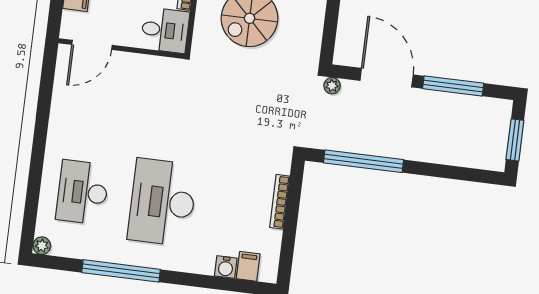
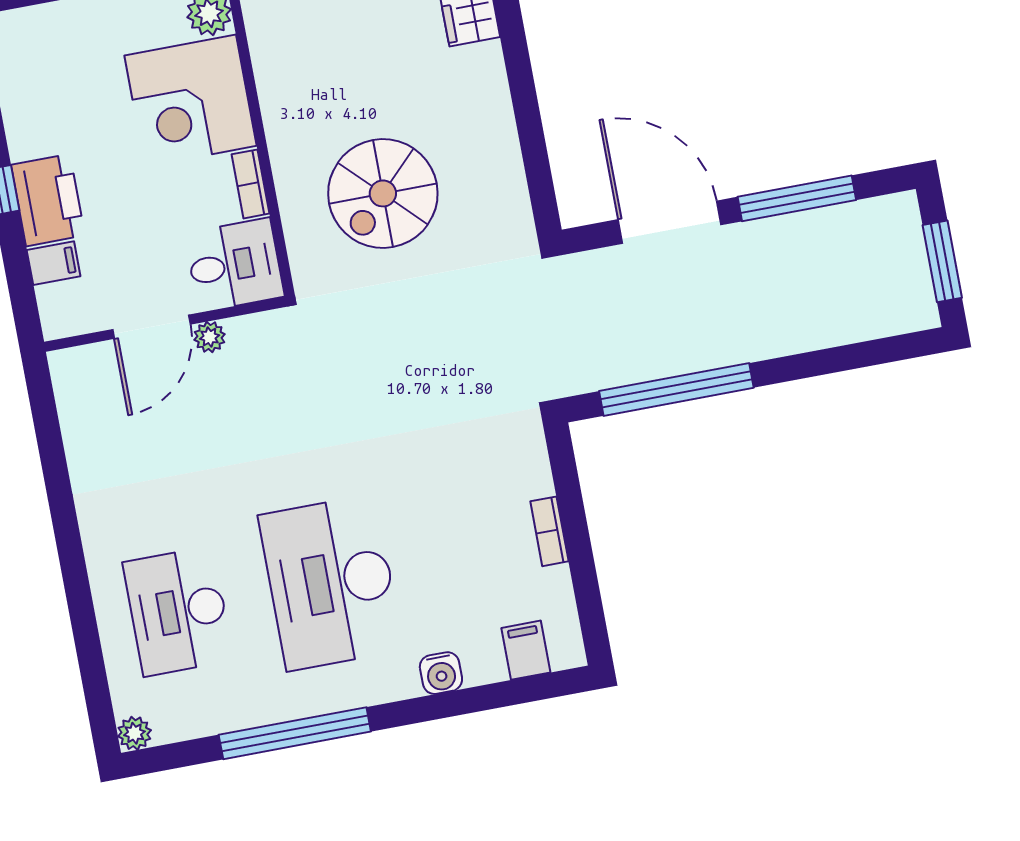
door: (92, 45) -> (151, 327), moved
plant: (332, 86) -> (210, 337), moved
bookcase: (280, 202) -> (549, 531), width x0.64
water cooler: (226, 267) -> (441, 673), moved

